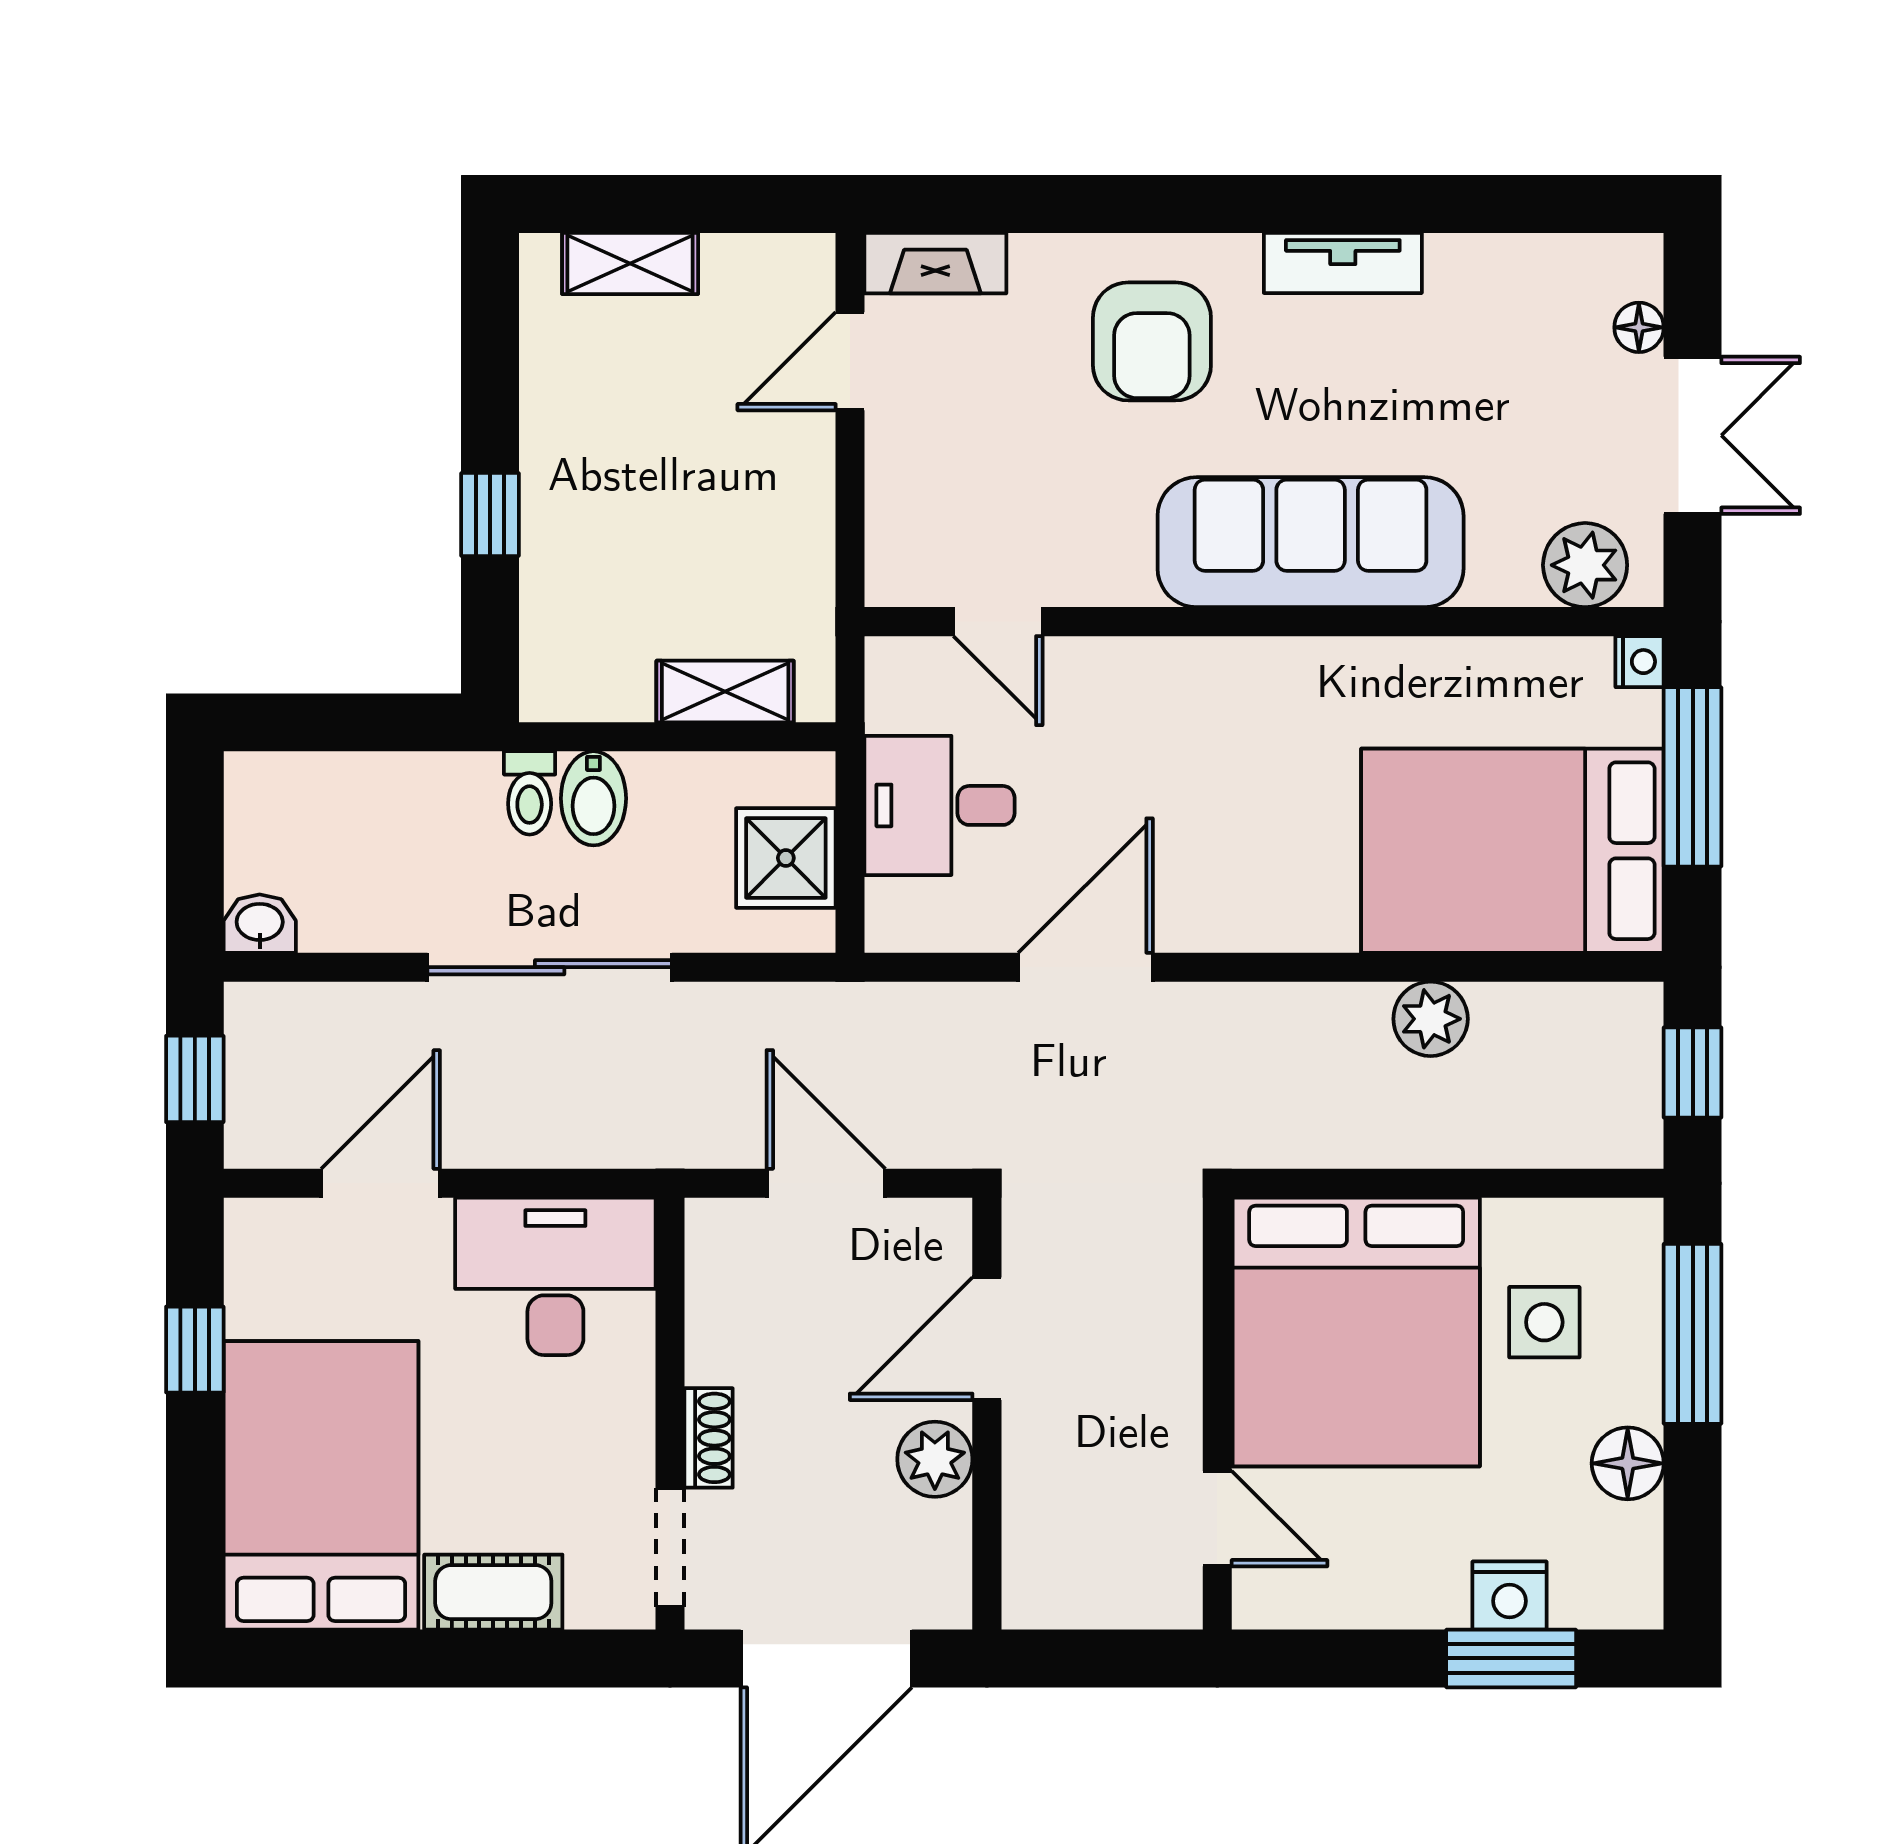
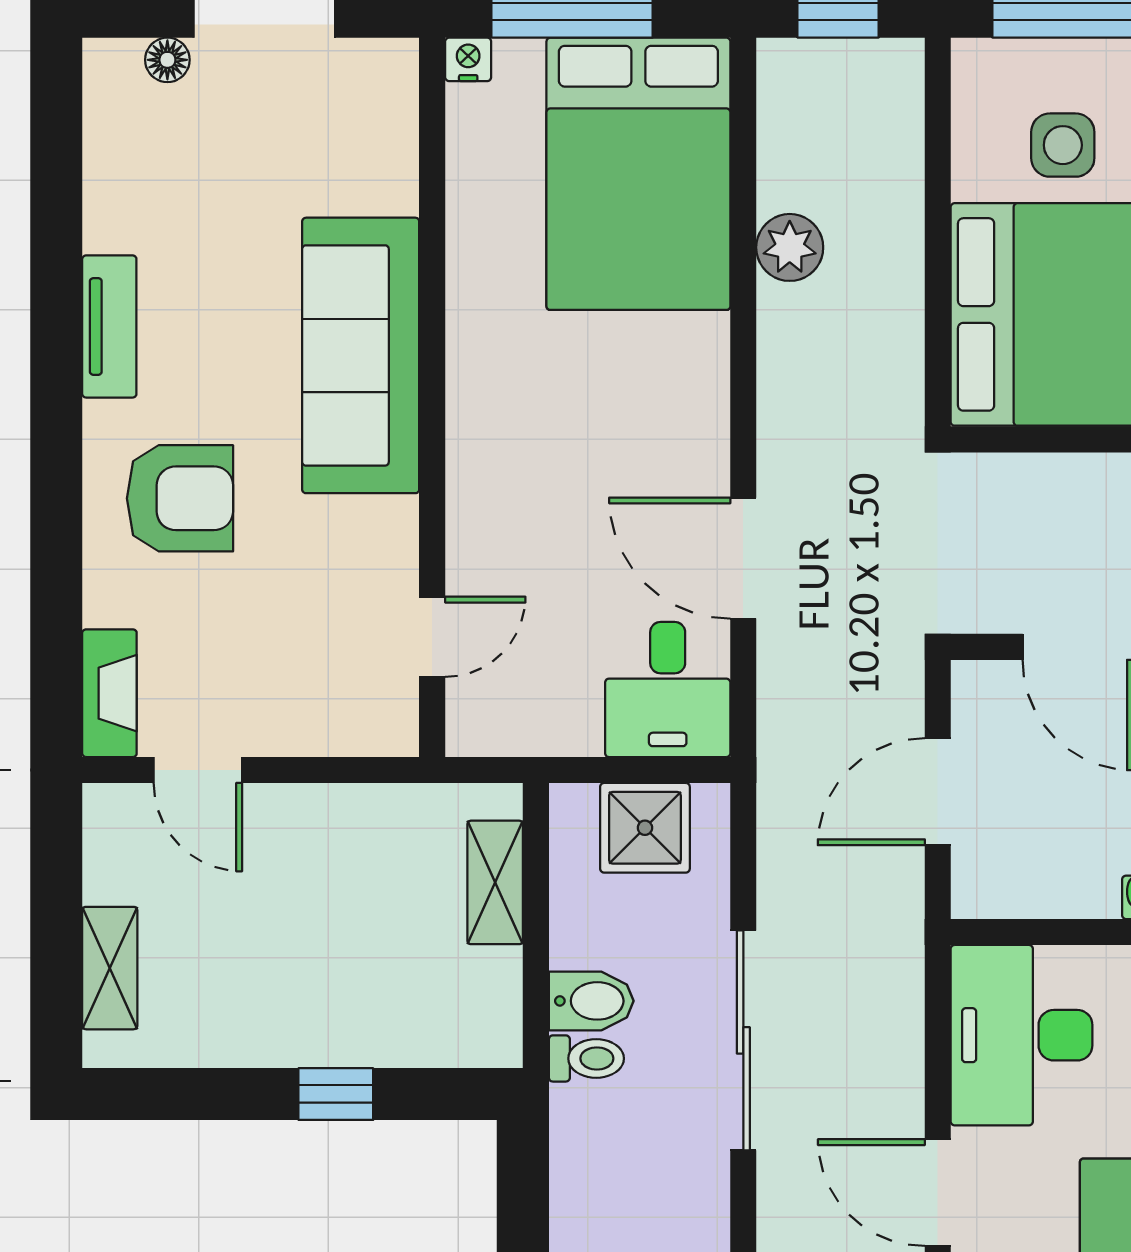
plant: (1585, 565) -> (381, 108), removed
desk: (939, 805) -> (668, 689), moved

